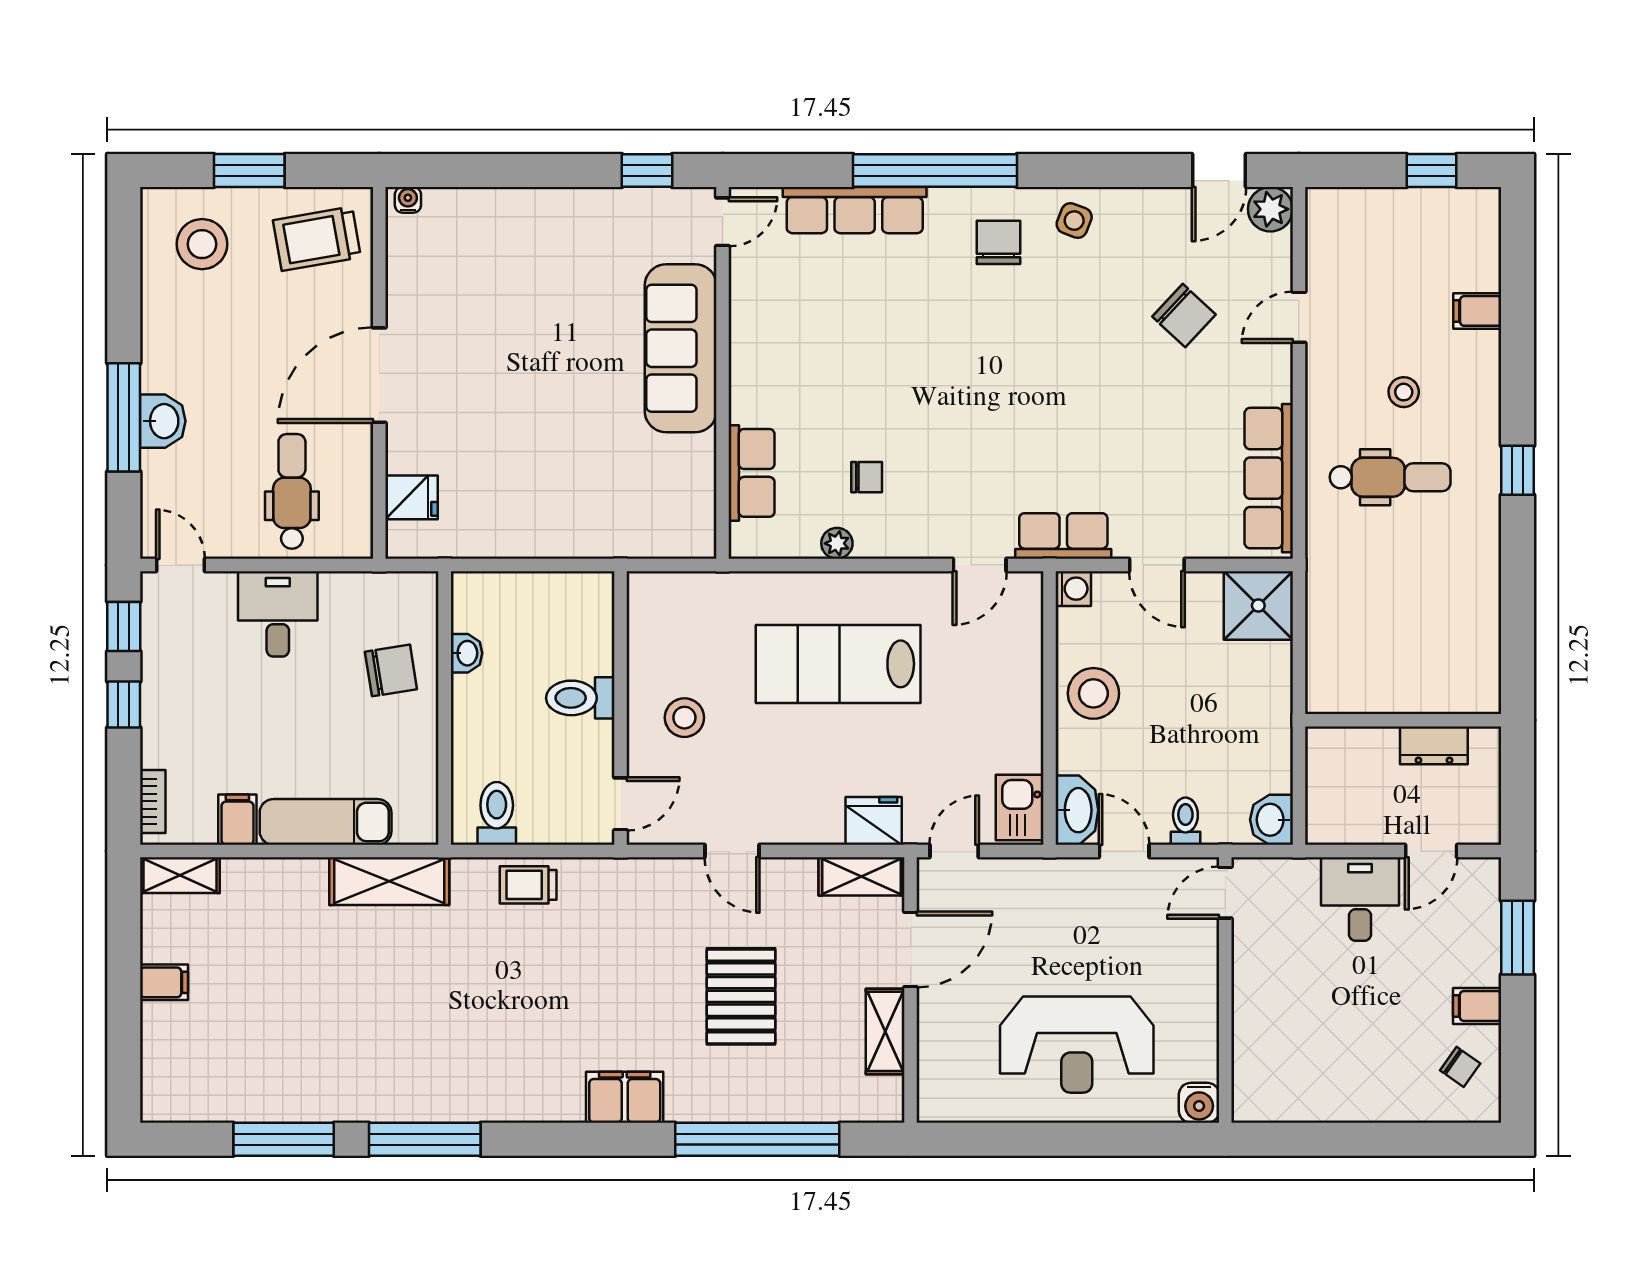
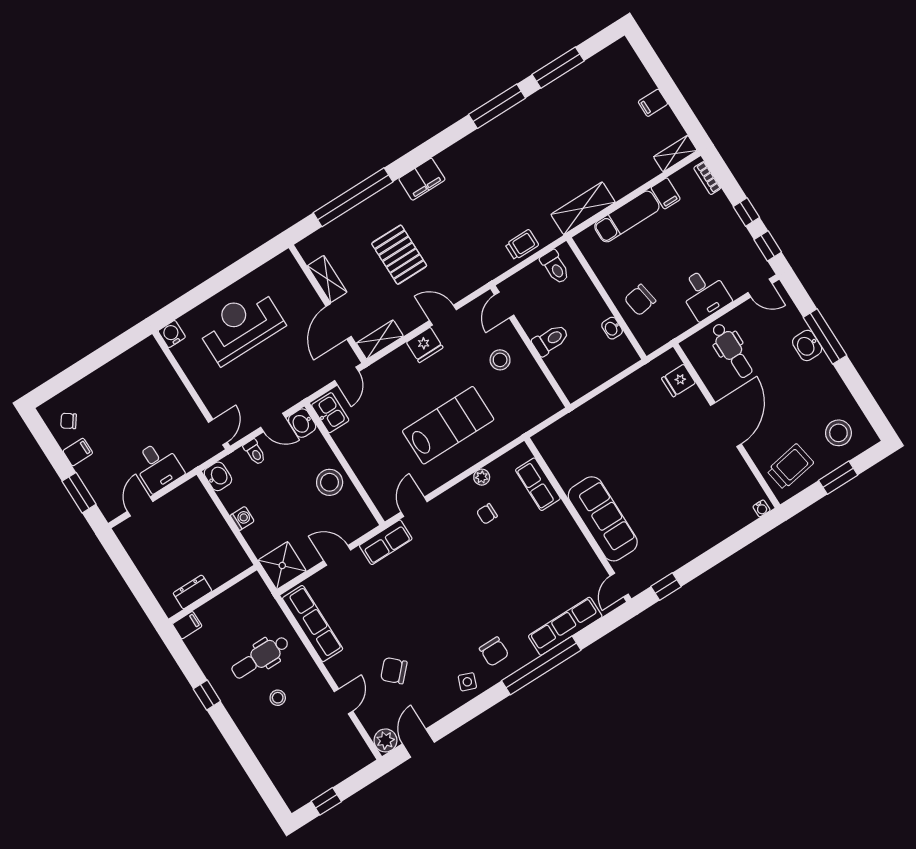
filing cabinet: (1477, 311) -> (187, 625), moved
washing machine: (1073, 589) -> (242, 518), moved, turned 180
wall: (1403, 720) -> (213, 594), moved
dresser: (1434, 745) -> (192, 592), moved
washbasin: (1077, 810) -> (302, 423), width x0.72
fridge: (874, 821) -> (425, 345), moved

